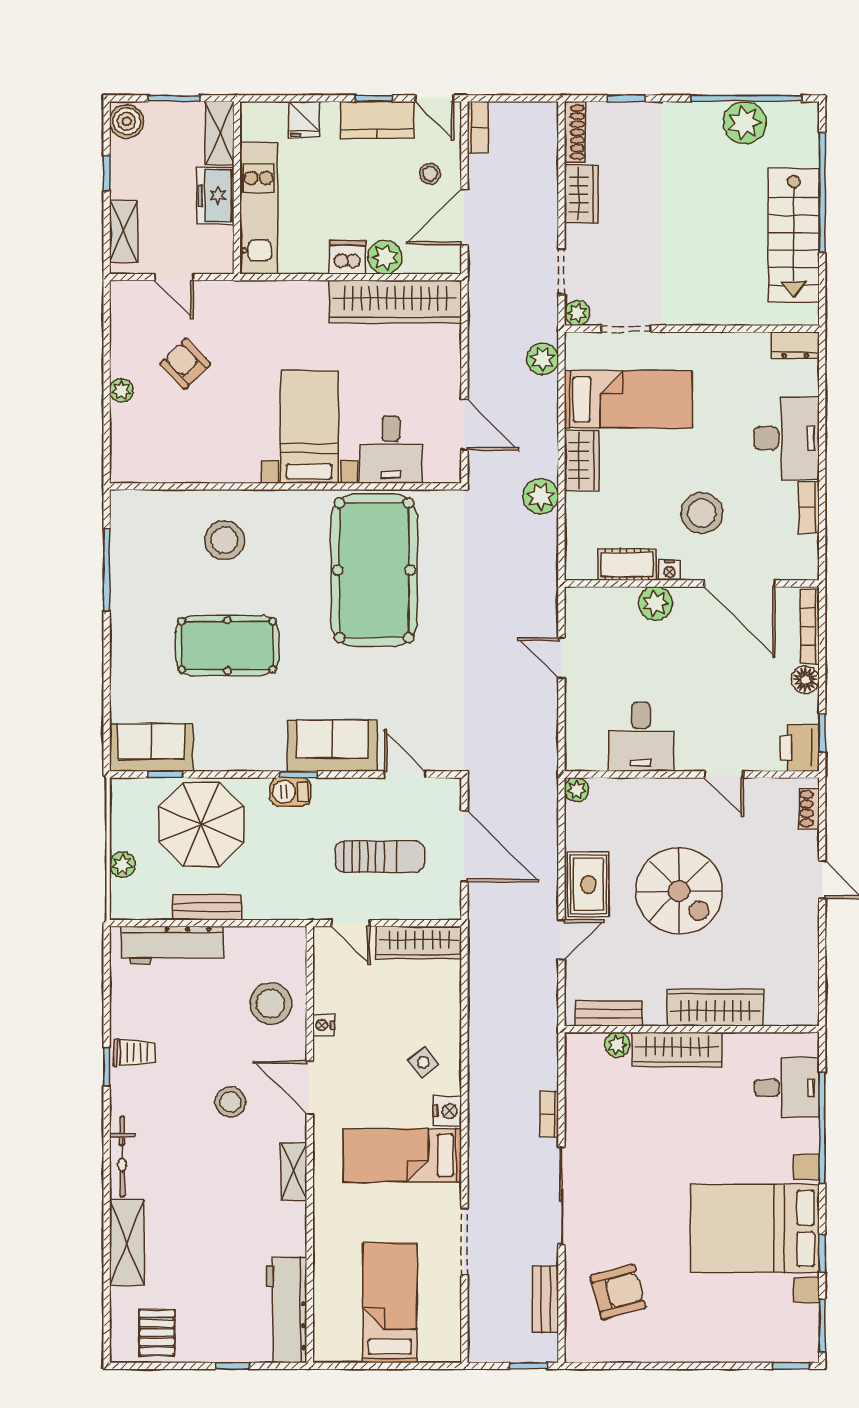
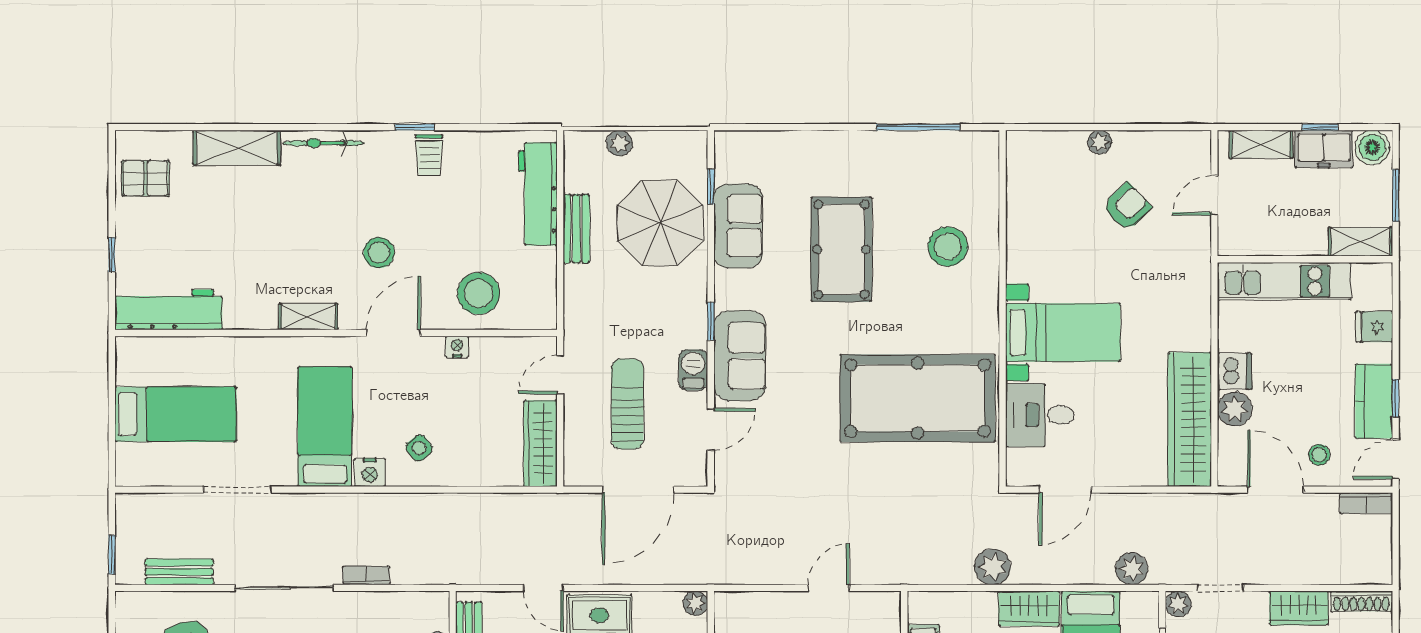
freezer: (215, 196) -> (1324, 149), moved, turned 180
sofa: (151, 747) -> (738, 226), moved
barbecue: (290, 792) -> (693, 370), moved
sun lounger: (380, 857) -> (627, 404), turned 180

